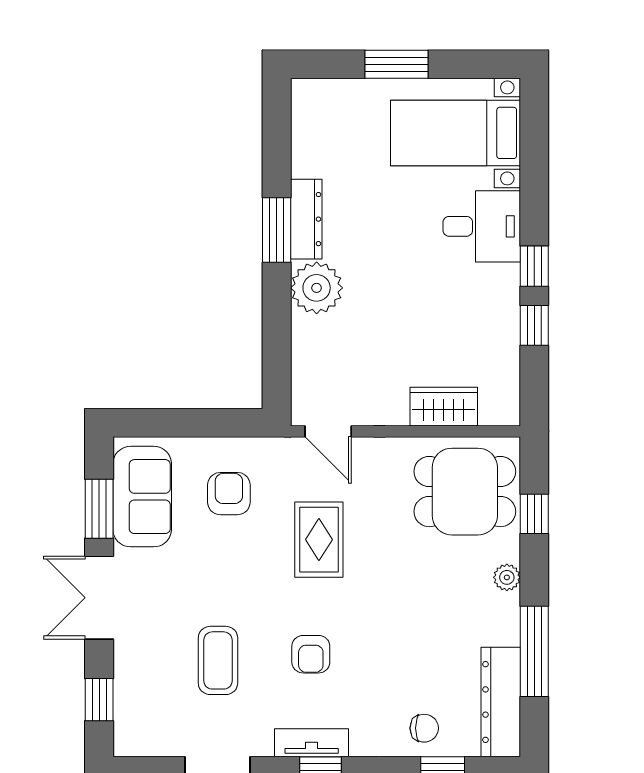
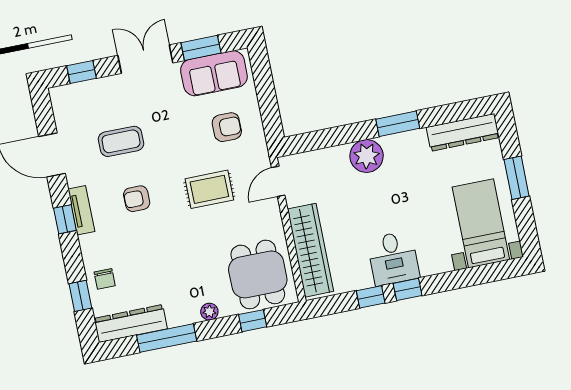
dresser: (306, 219) -> (463, 132), moved, width x1.37, depth x1.24
desk: (482, 226) -> (393, 258), moved
wardrobe: (444, 407) -> (310, 250), width x2.10, depth x1.17

